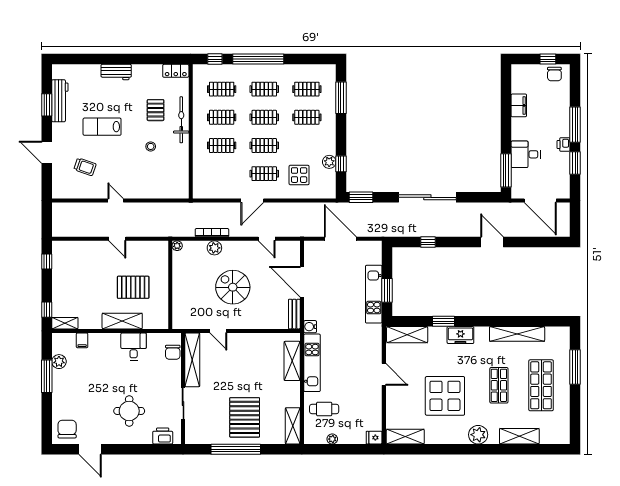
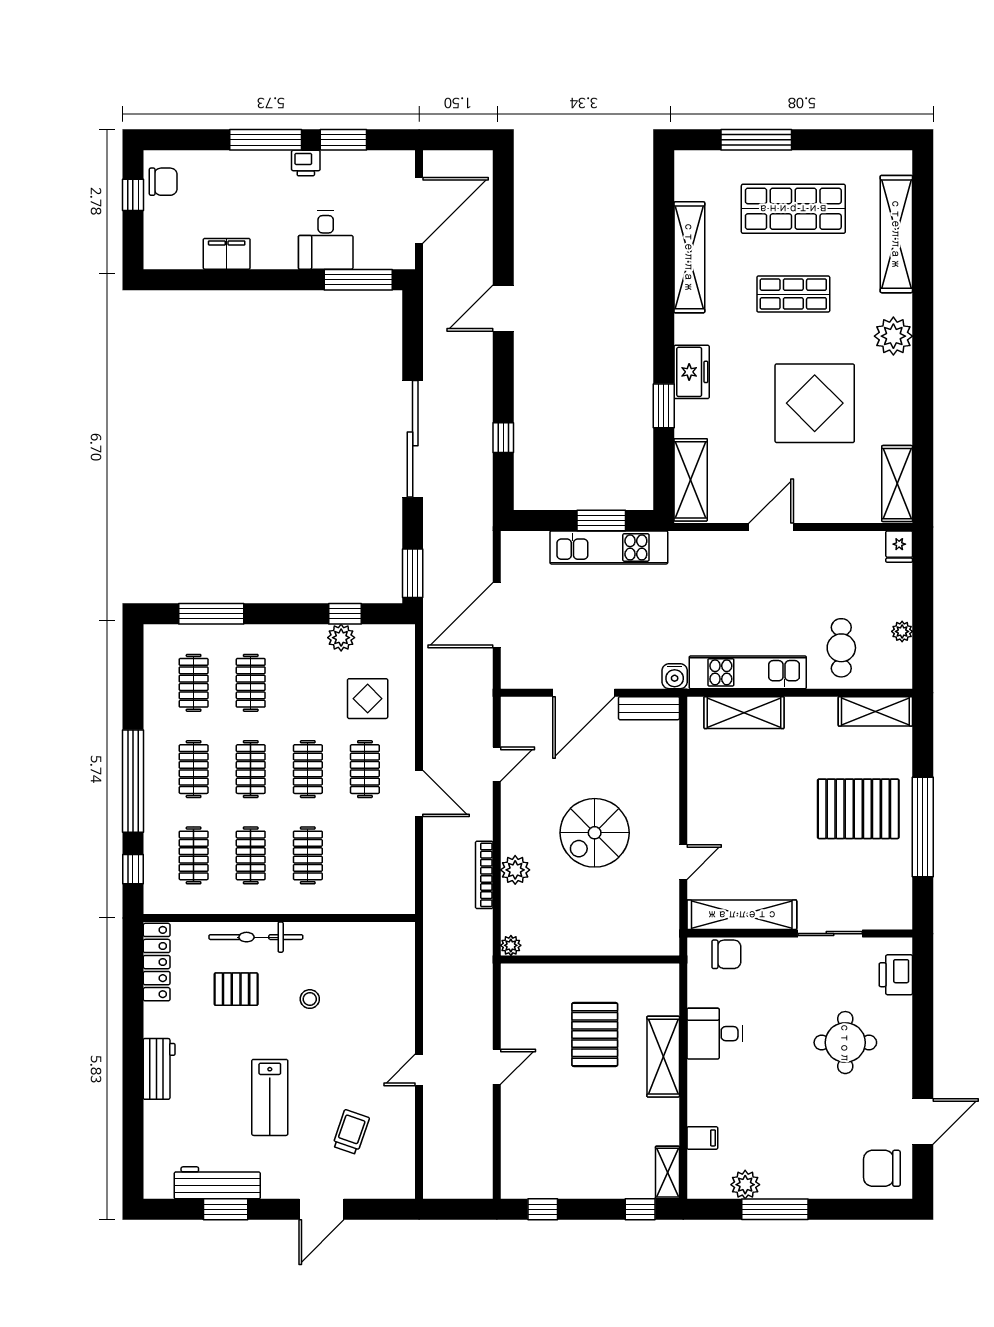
locker: (176, 71) -> (157, 962), width x1.53
shelving: (519, 436) -> (896, 234), width x1.47

